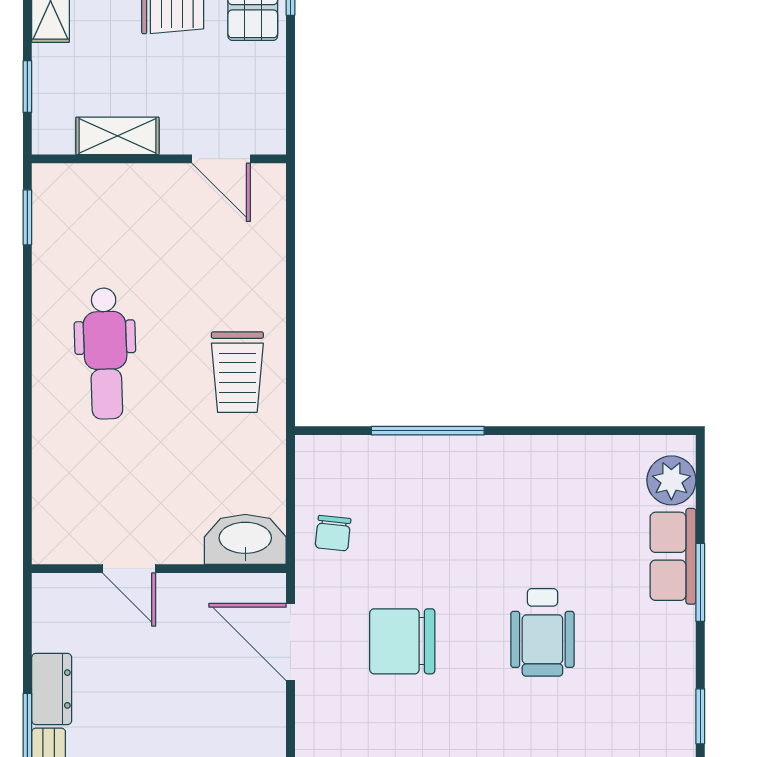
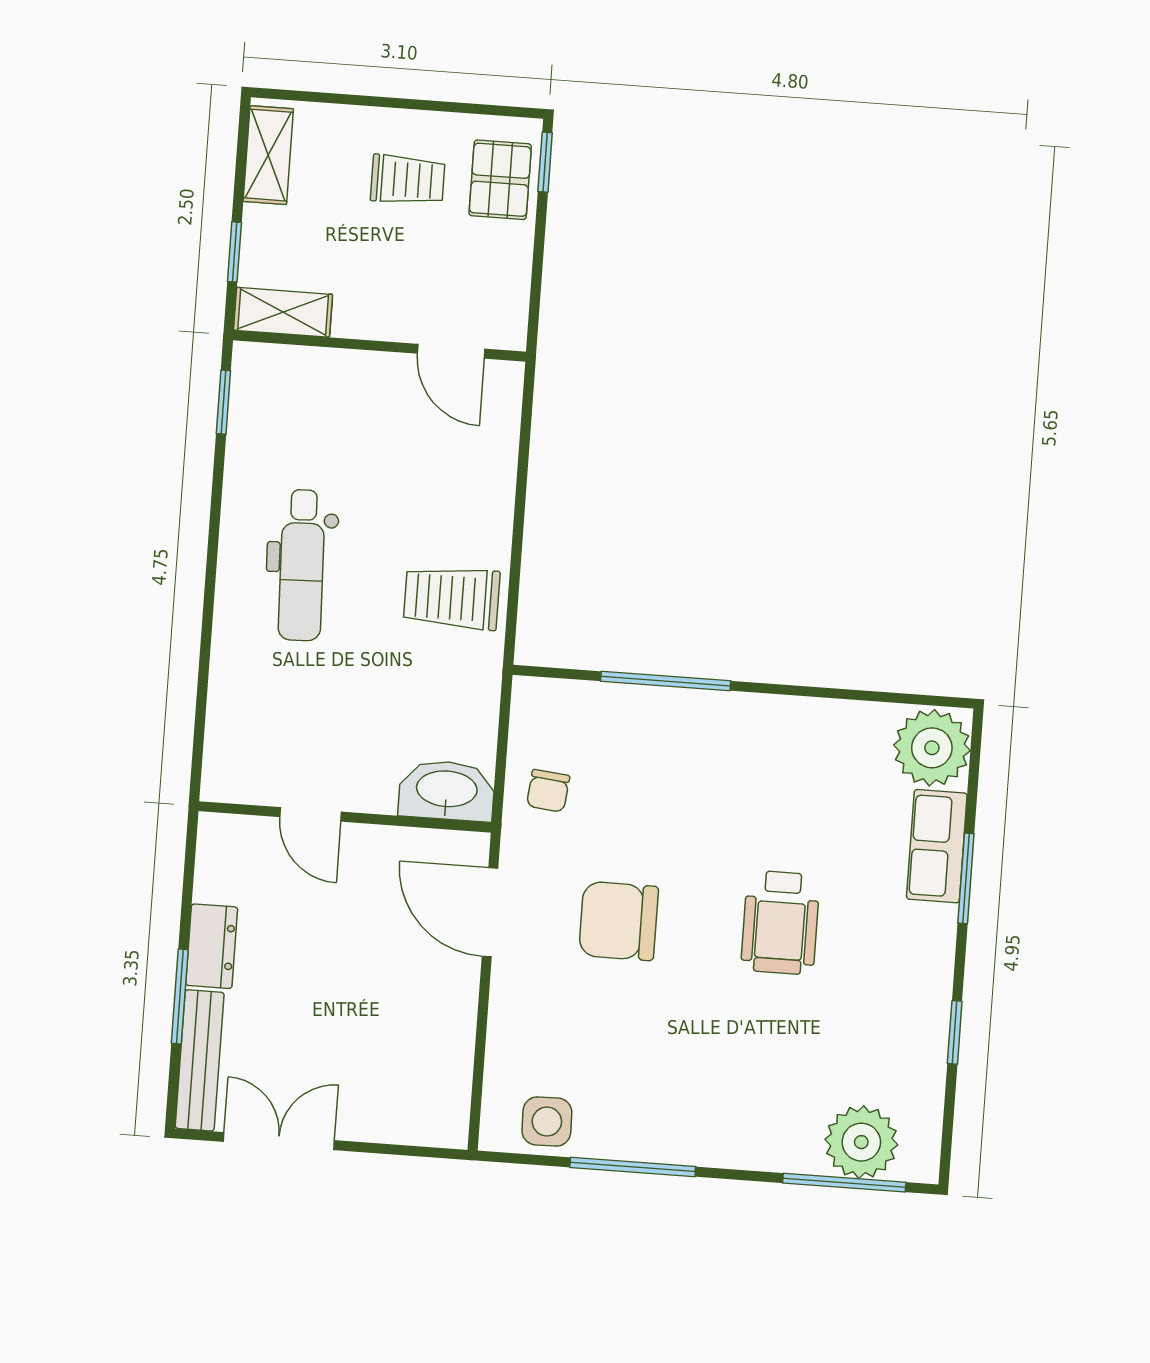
shelving: (117, 136) -> (283, 312), moved
trolley: (237, 372) -> (452, 598), turned 90
plant: (671, 480) -> (932, 748), width x1.36, depth x1.36

